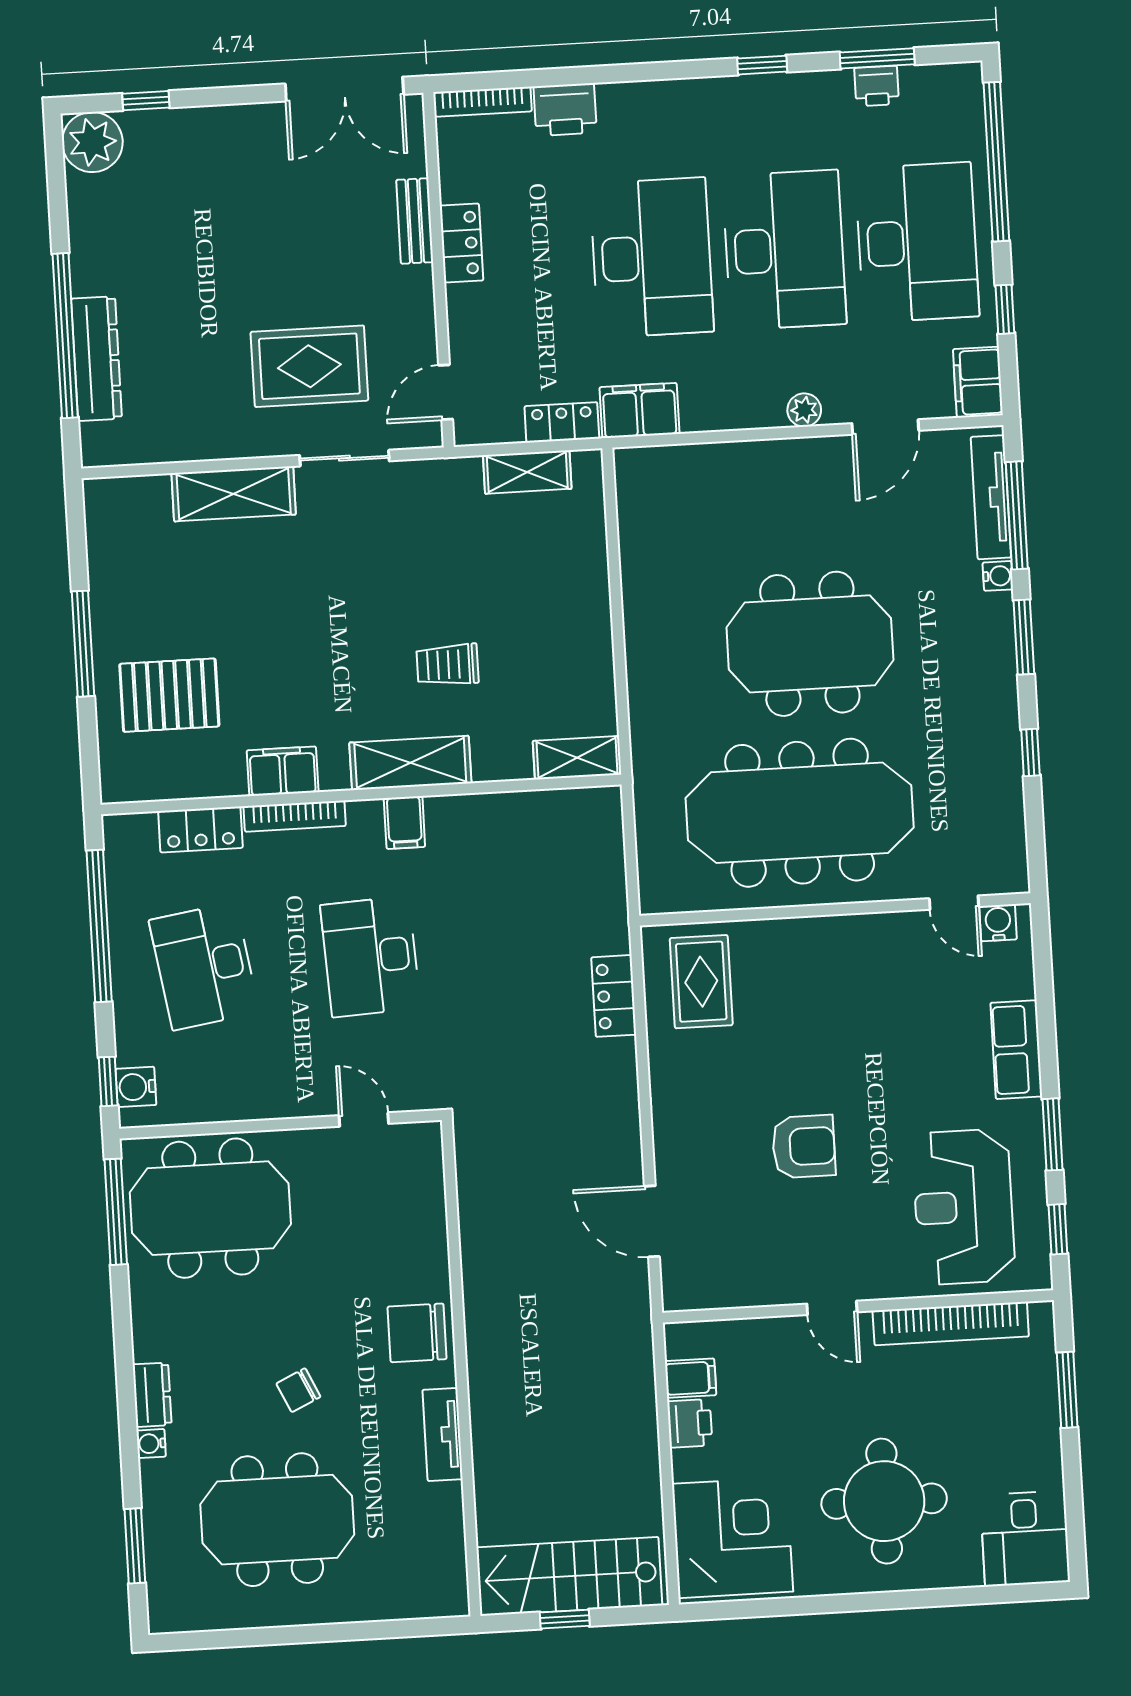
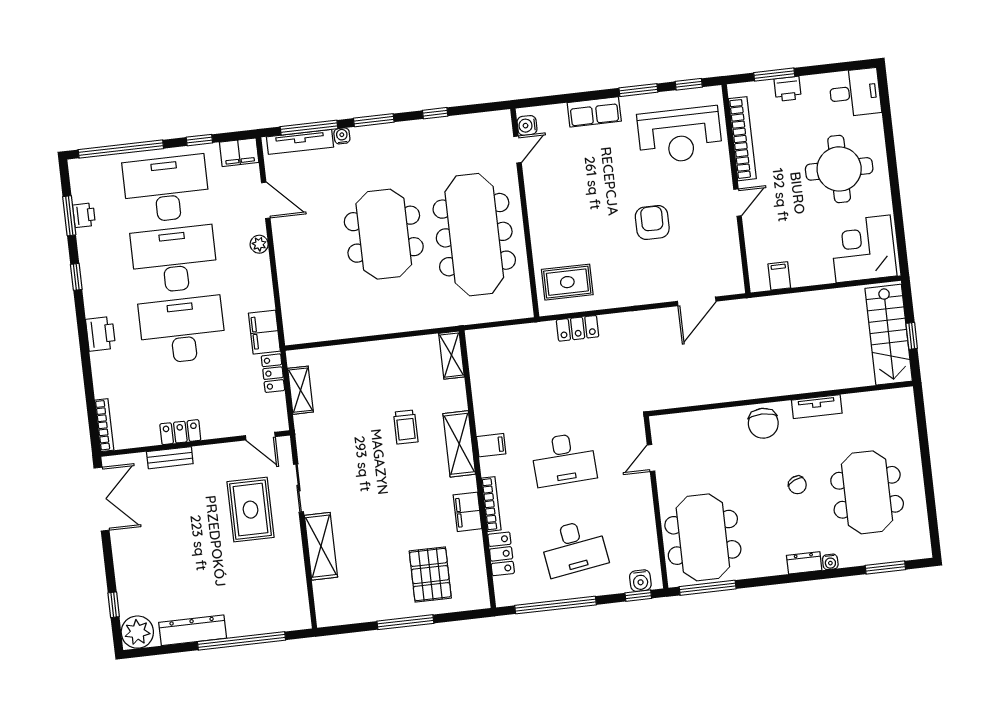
printer: (565, 110) -> (101, 334), moved
dresser: (97, 359) -> (193, 630), moved
printer: (690, 1423) -> (788, 89), moved, turned 180

